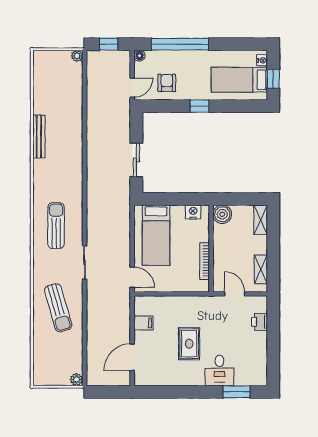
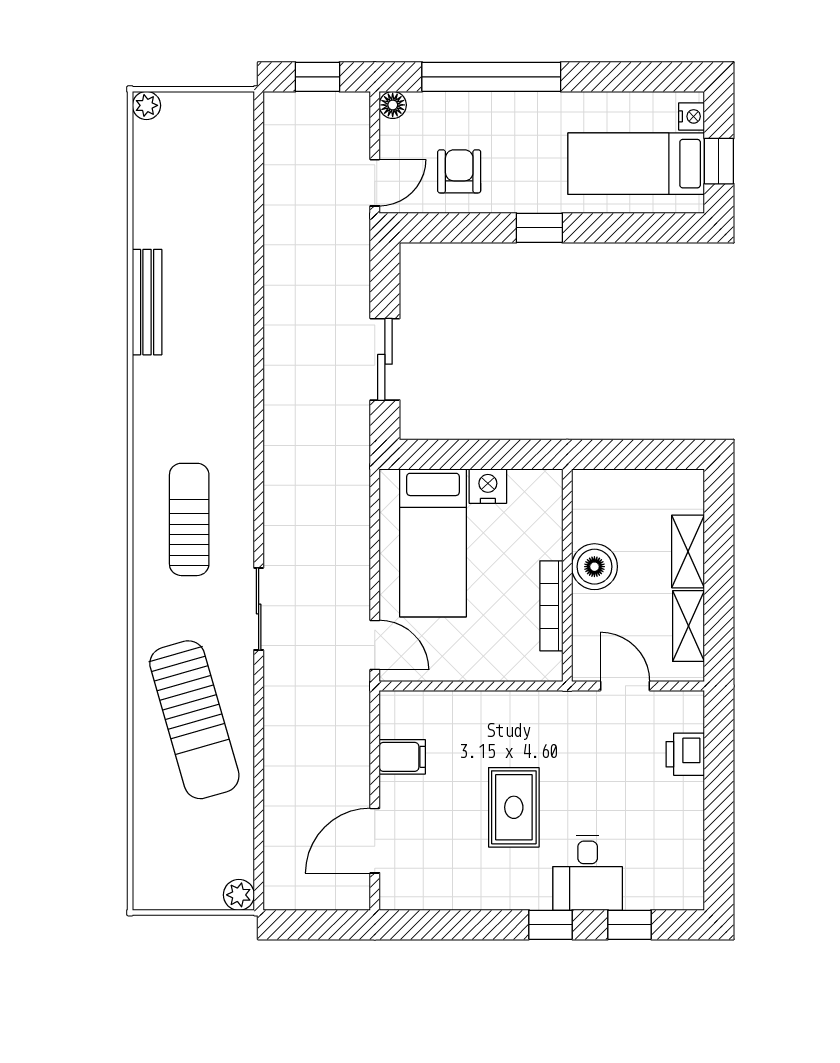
plant: (77, 56) -> (146, 105), moved
nightstand: (193, 212) -> (488, 486), moved
boiler: (222, 214) -> (594, 567), moved
shelving: (261, 220) -> (688, 551), moved
sun lounger: (58, 308) -> (194, 720), width x1.36, depth x1.34
window: (204, 392) -> (551, 925), added
window: (237, 392) -> (629, 925), width x0.67

